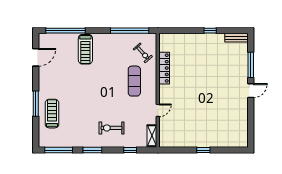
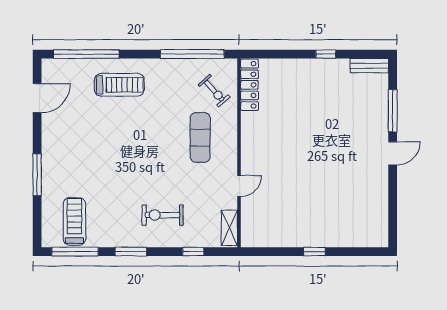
treadmill: (85, 49) -> (119, 85), turned -90
locker: (164, 68) -> (249, 85), moved
treadmill: (52, 114) -> (74, 221), moved

